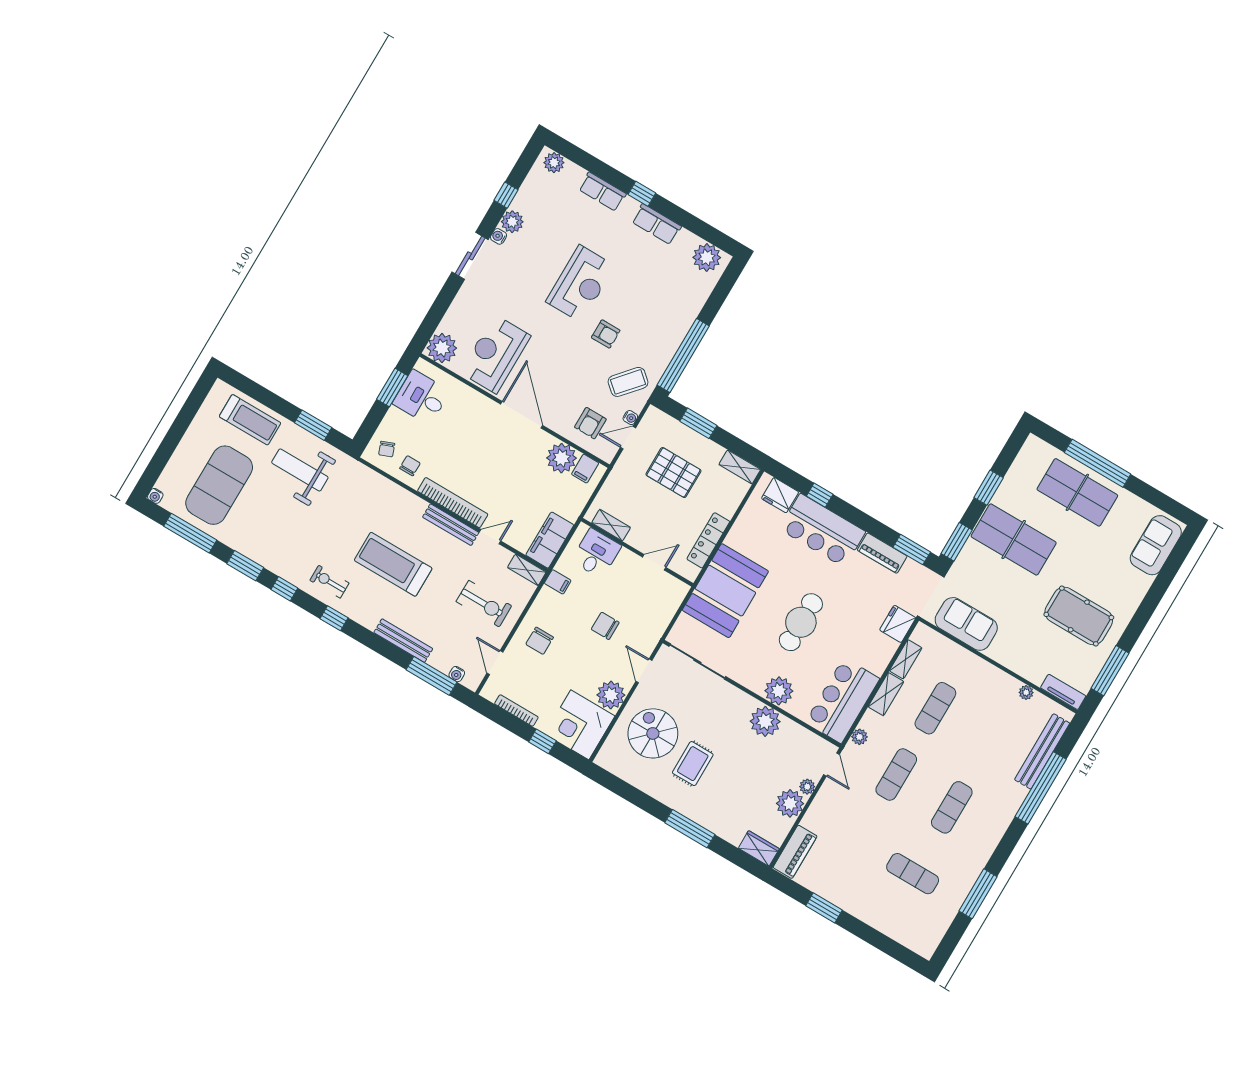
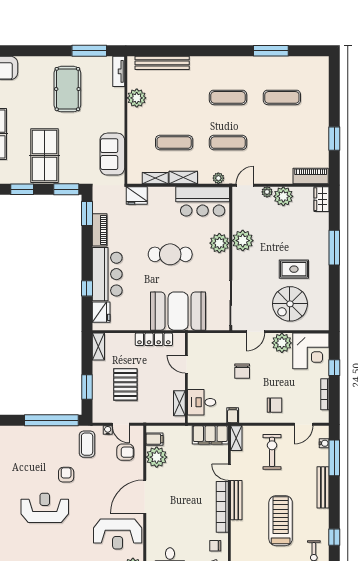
coffee table: (628, 382) -> (87, 444), turned 49
treadmill: (393, 564) -> (281, 521), turned 180
plant: (1026, 692) -> (137, 98), width x1.88, depth x1.88
window: (1041, 788) -> (185, 51), removed
exercise mat: (913, 874) -> (282, 97), turned 90

